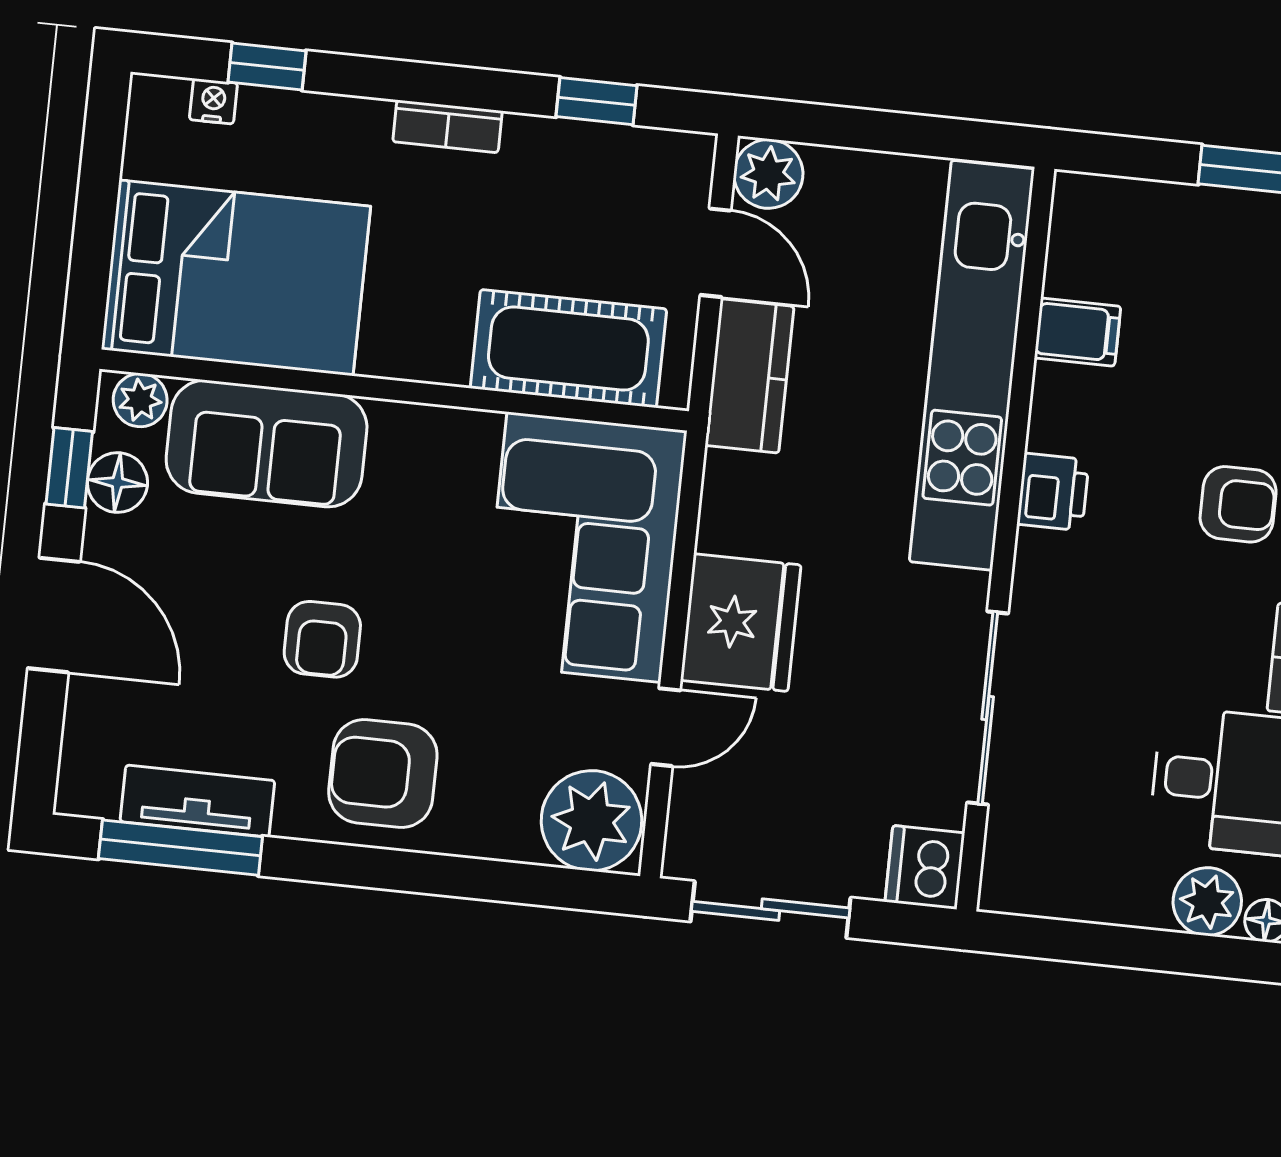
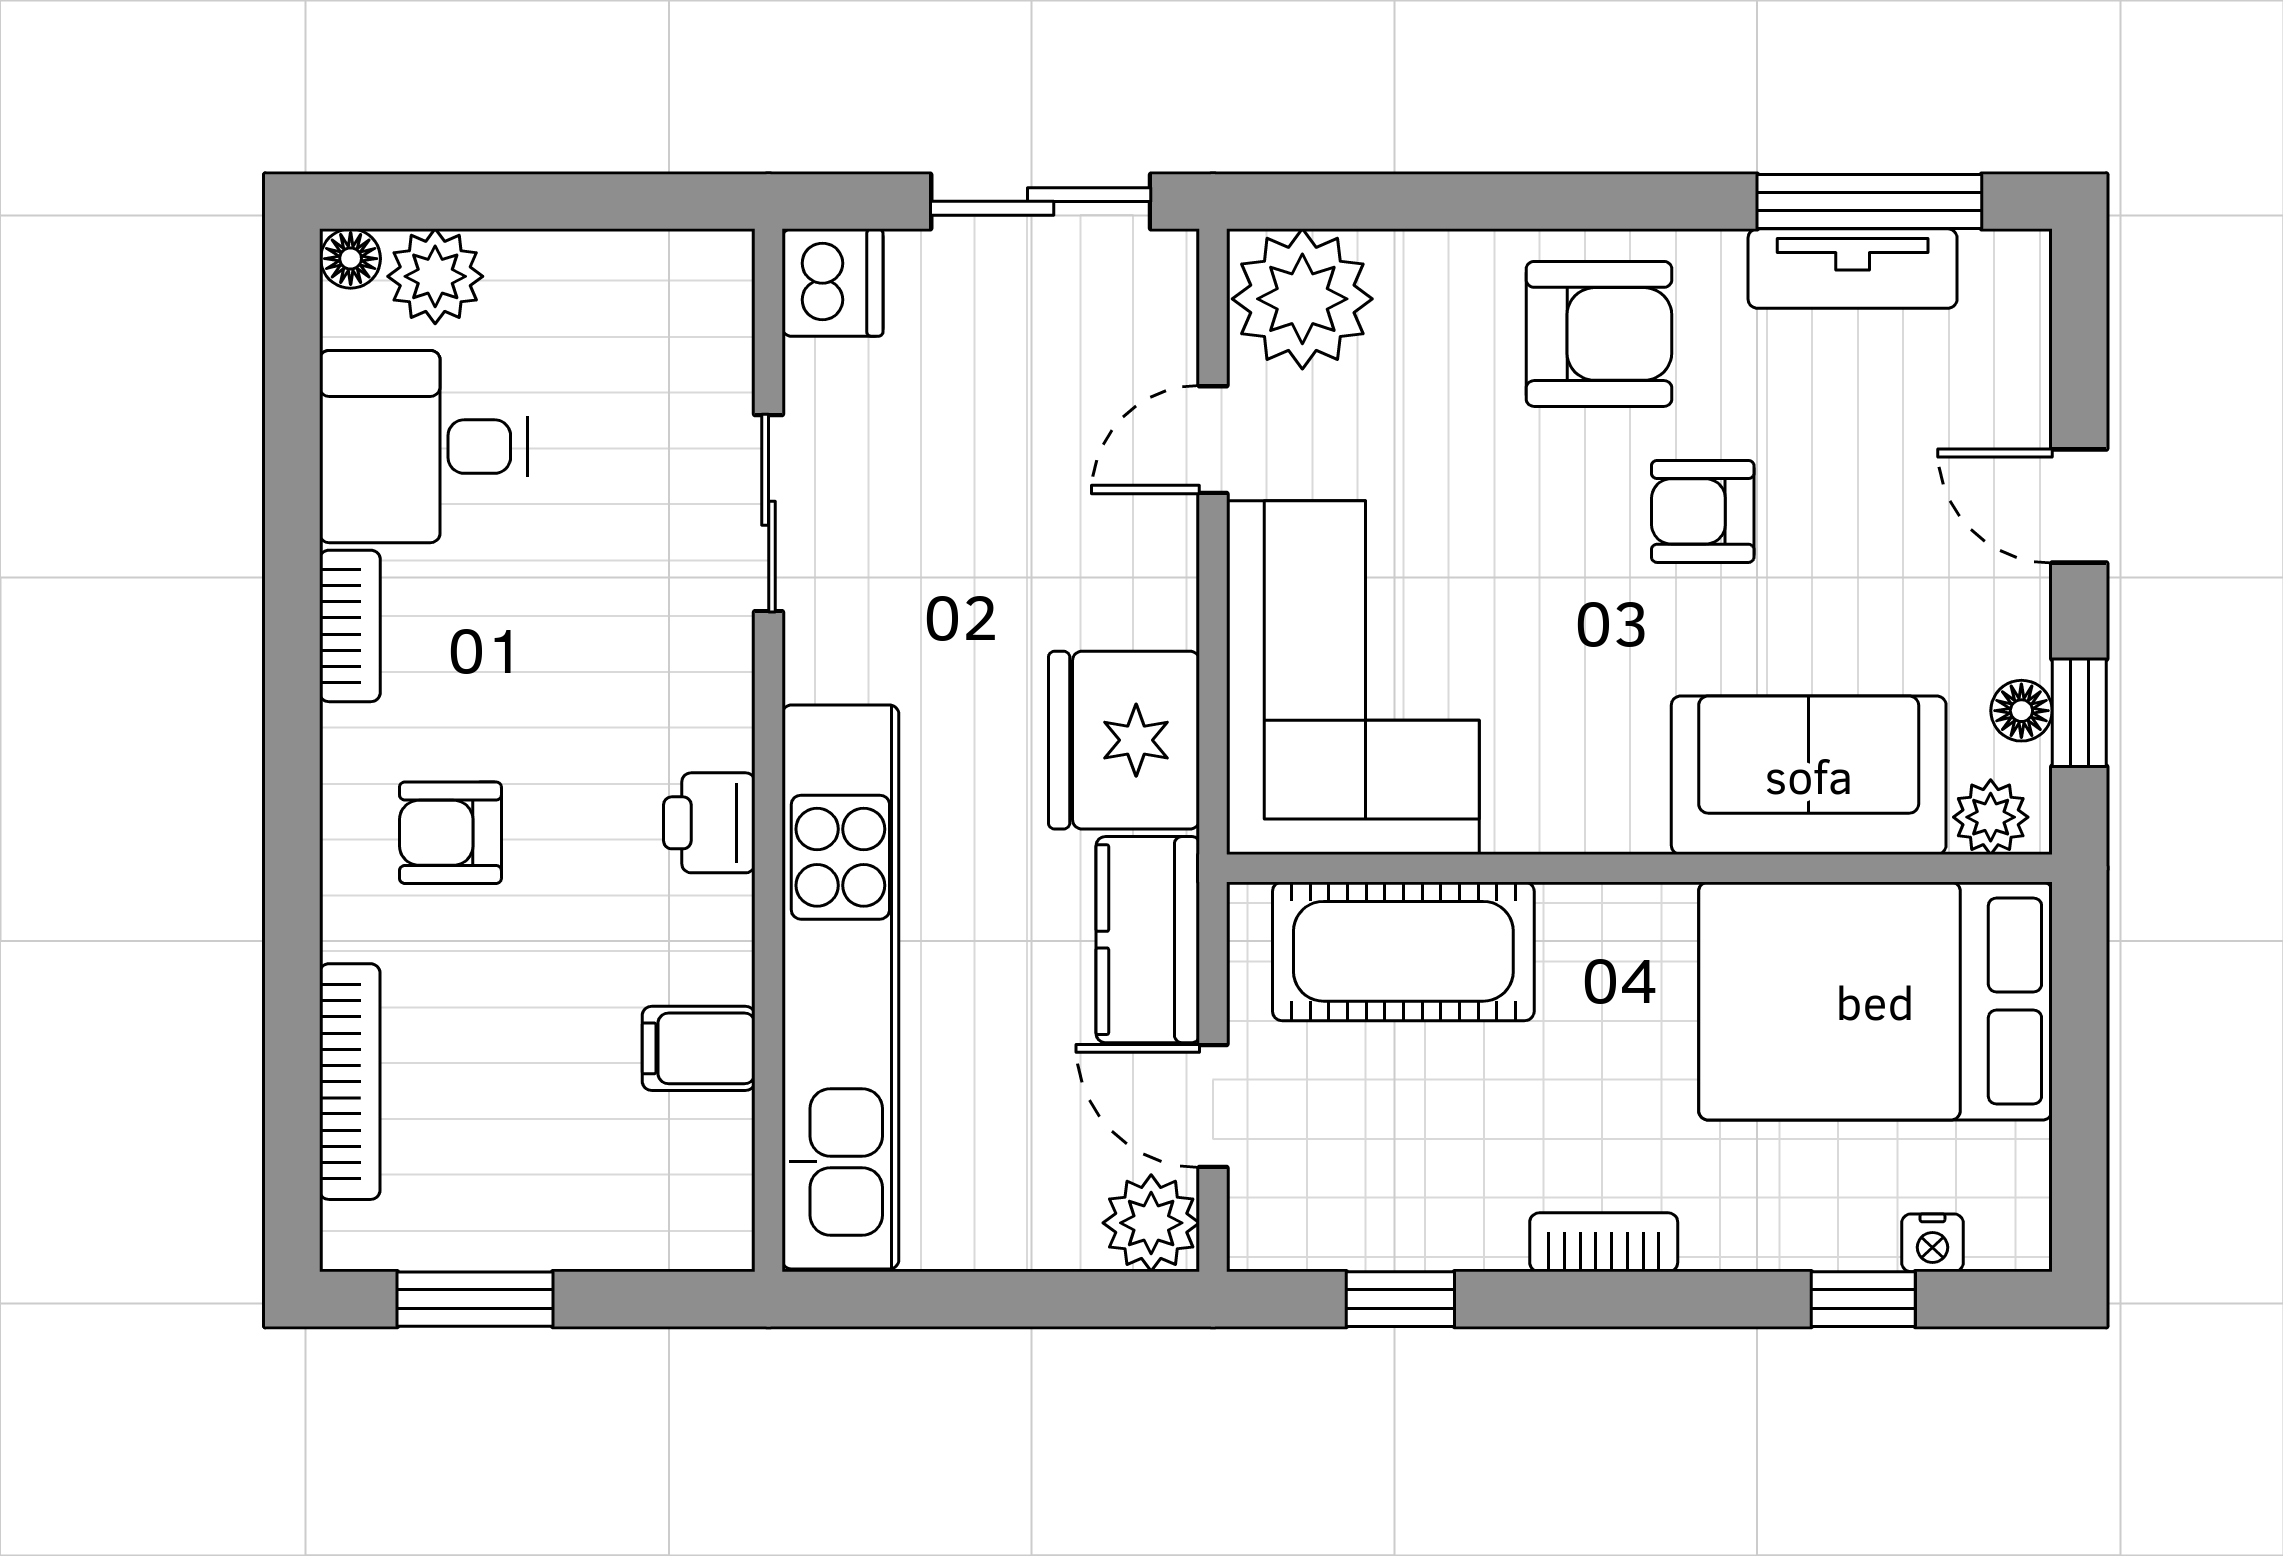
floor lamp: (117, 483) -> (2021, 711), width x0.73, depth x0.73
door: (54, 615) -> (2079, 506), width x0.73
fridge: (741, 623) -> (1124, 740), moved
armchair: (322, 639) -> (1703, 511), turned -90
sliding door: (988, 708) -> (769, 513), width x0.73

